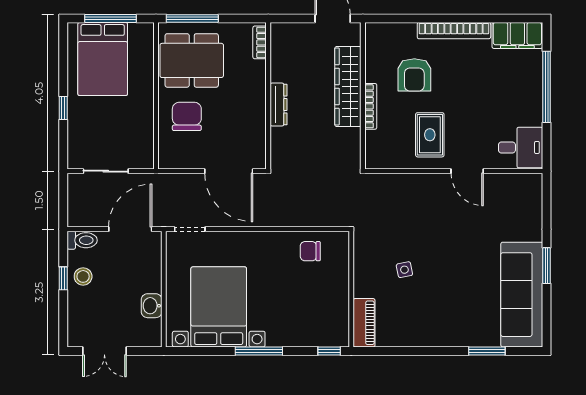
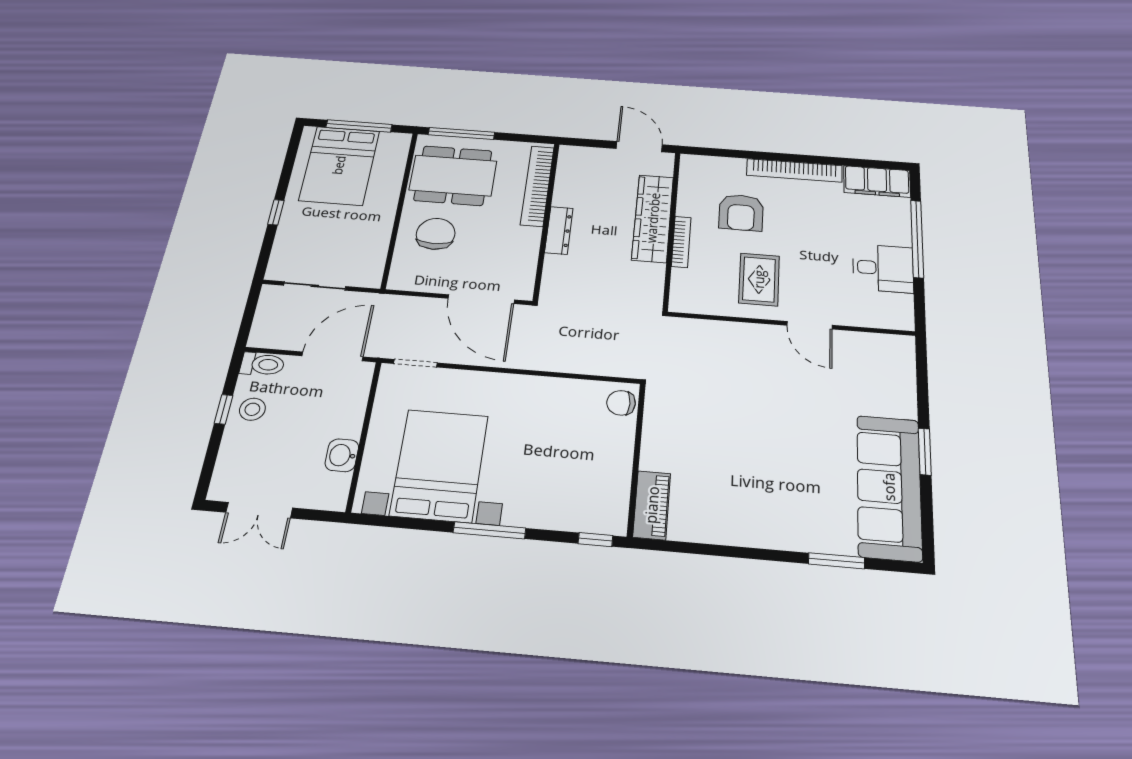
bookcase: (260, 42) -> (537, 186), width x2.31, depth x1.31
desk: (521, 147) -> (883, 268), moved
chair: (310, 251) -> (621, 403), moved
side table: (404, 270) -> (716, 439), removed

